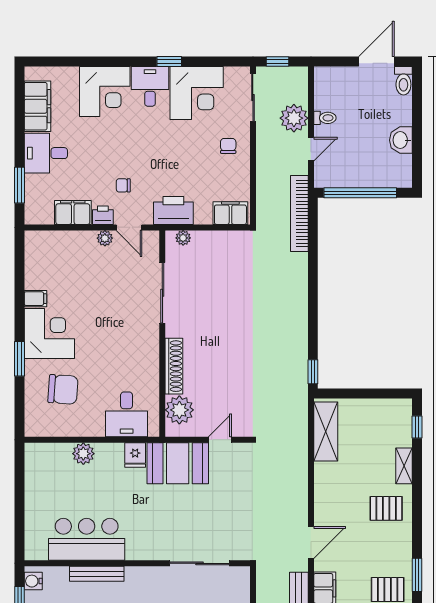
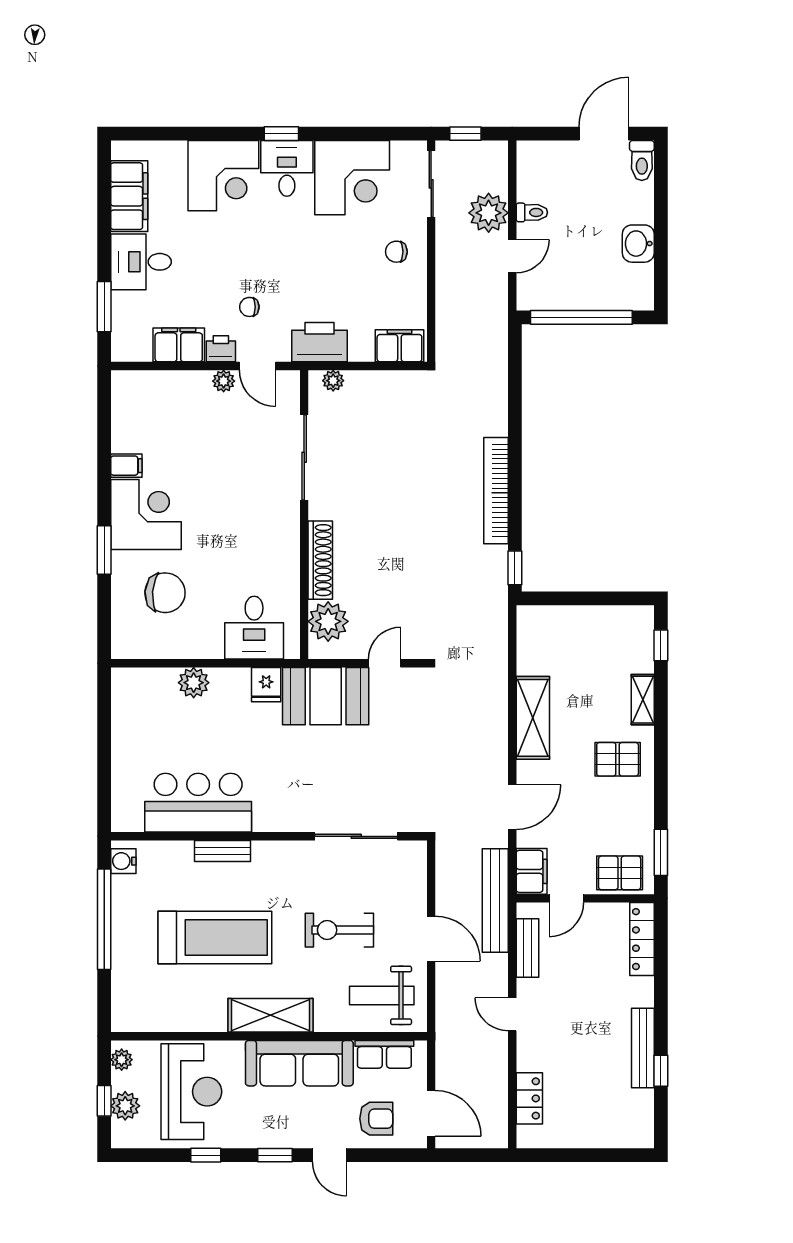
window: (169, 62) -> (281, 134), moved
chair: (228, 146) -> (396, 252), turned -90
bookcase: (299, 213) -> (496, 491), moved
shelving: (326, 432) -> (533, 718), moved
bench: (97, 574) -> (222, 851), width x0.73

